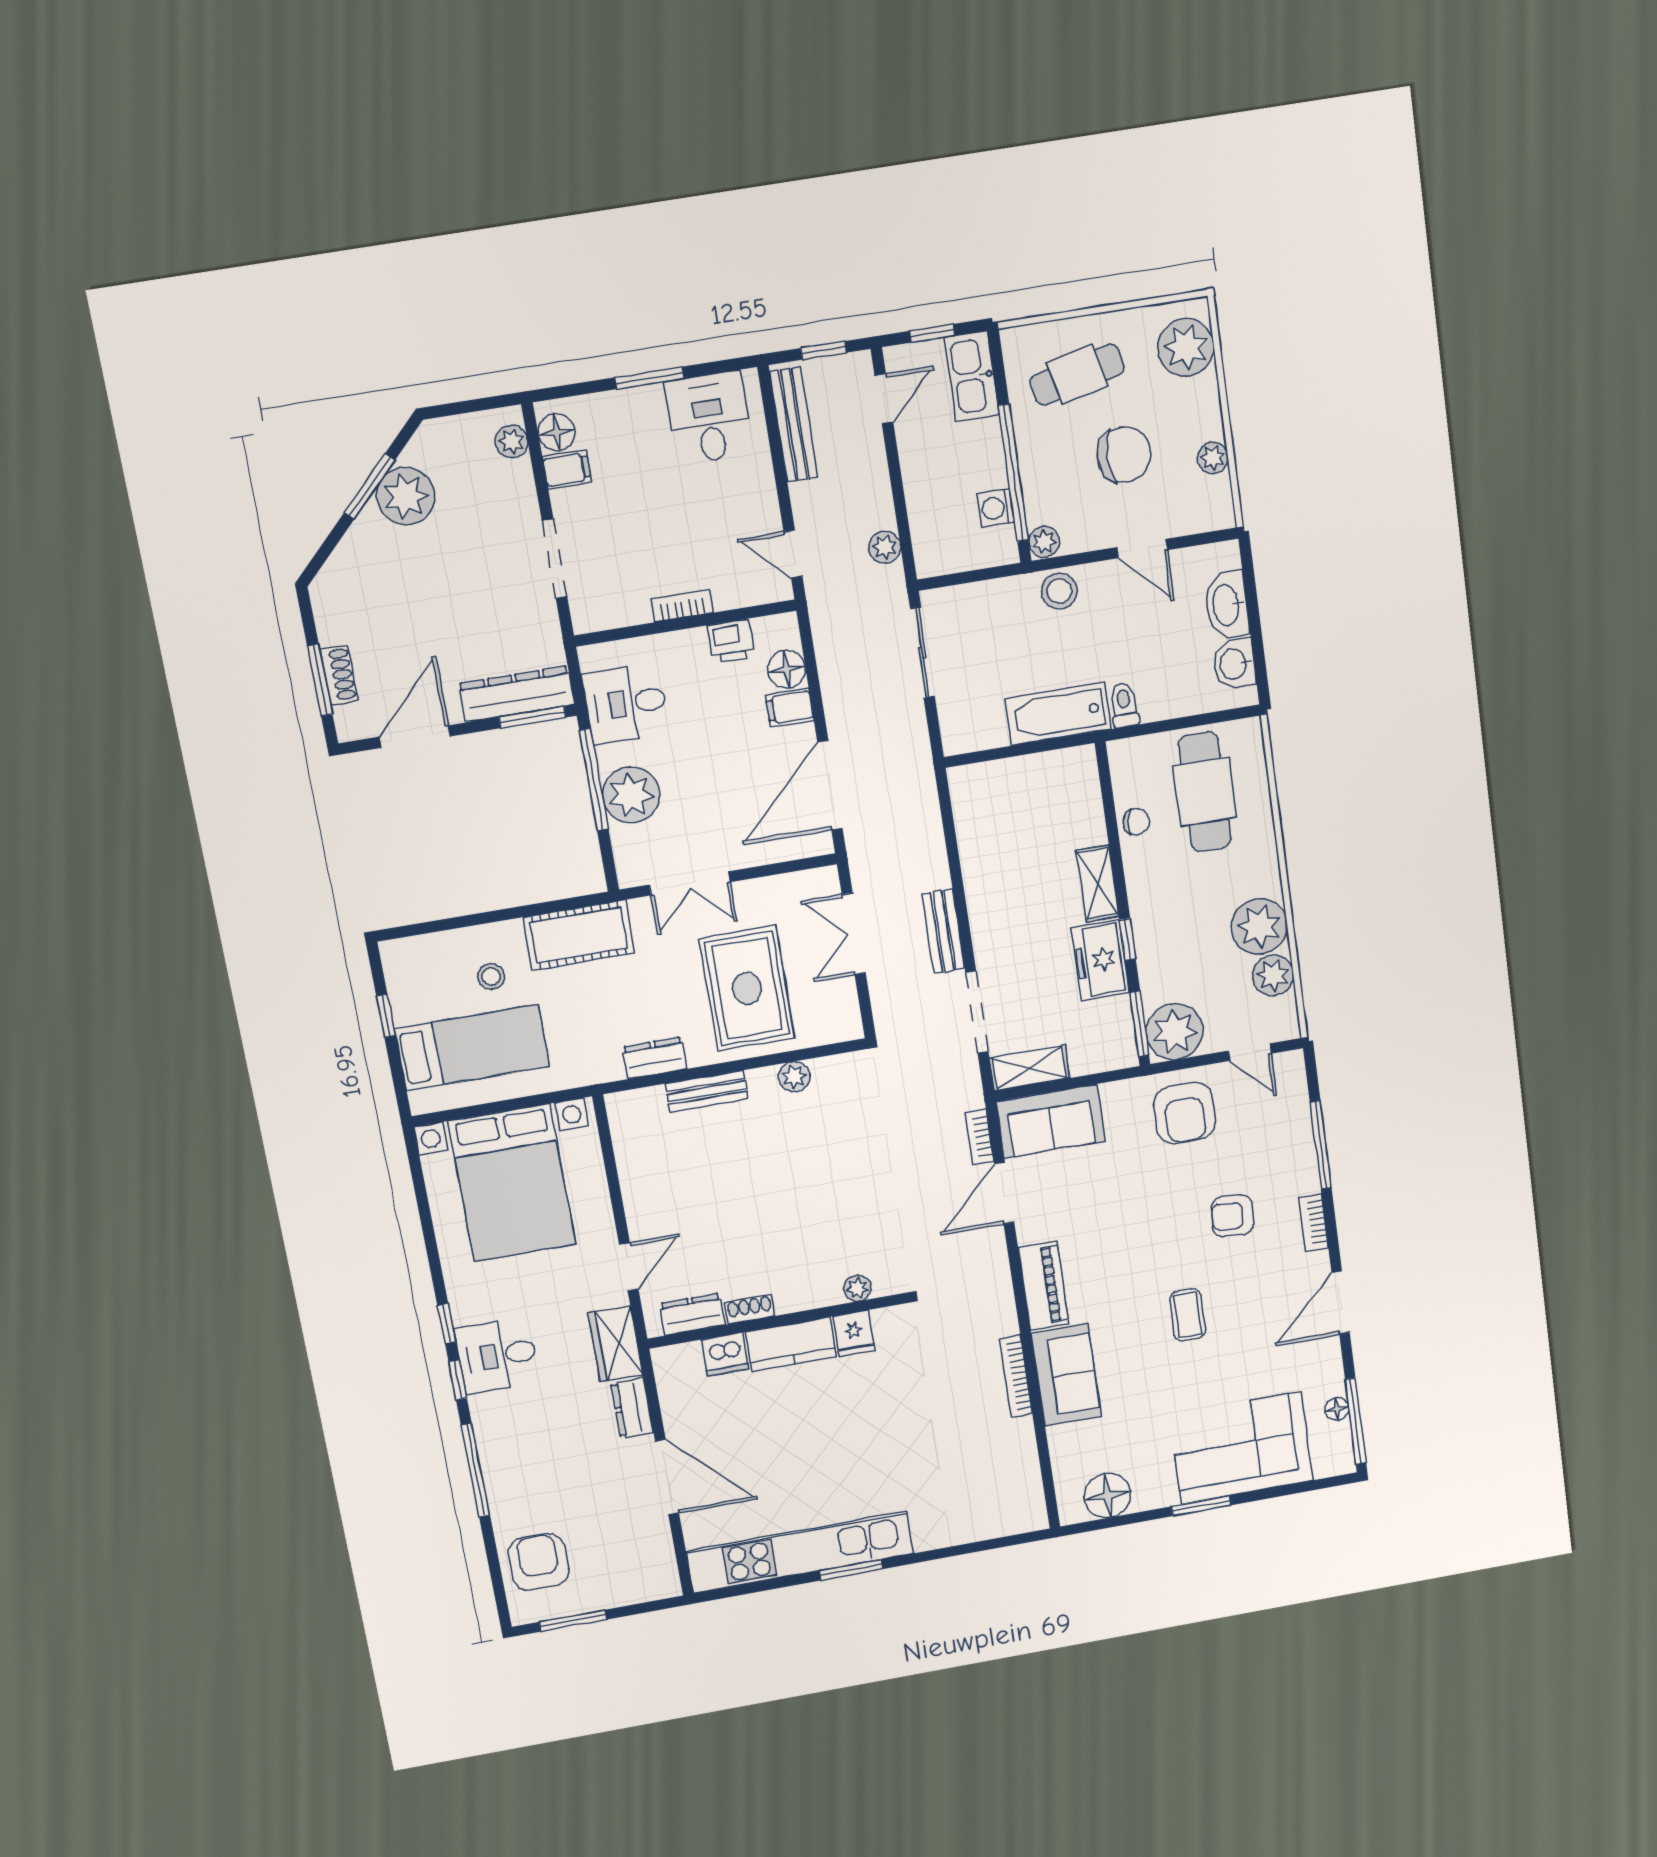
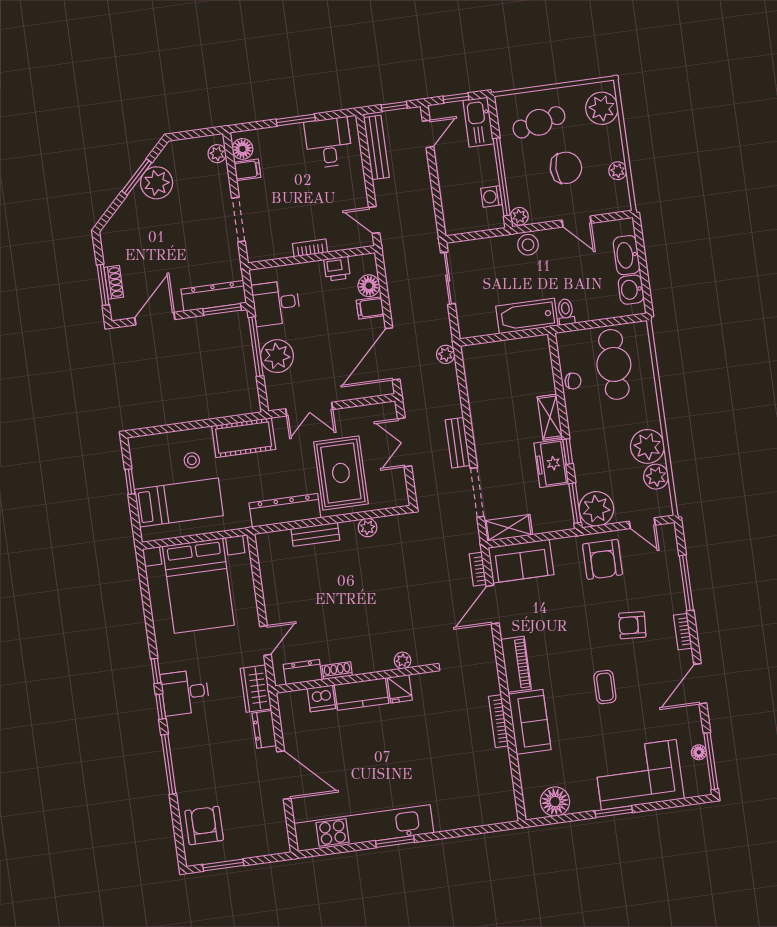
plant: (885, 547) -> (446, 354), moved
dresser: (655, 1058) -> (285, 510), width x1.96, depth x1.24

